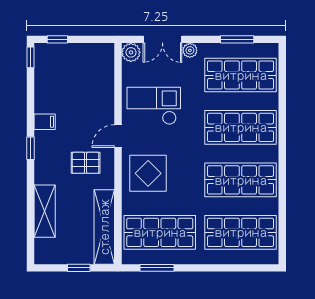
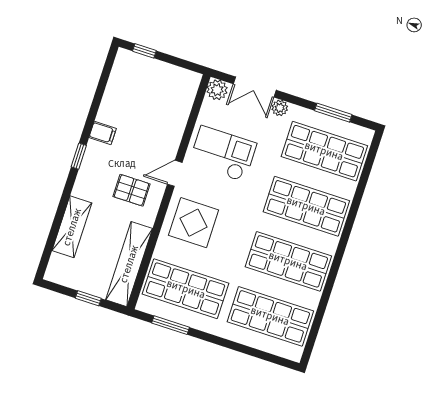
window: (31, 57) -> (110, 61), removed

